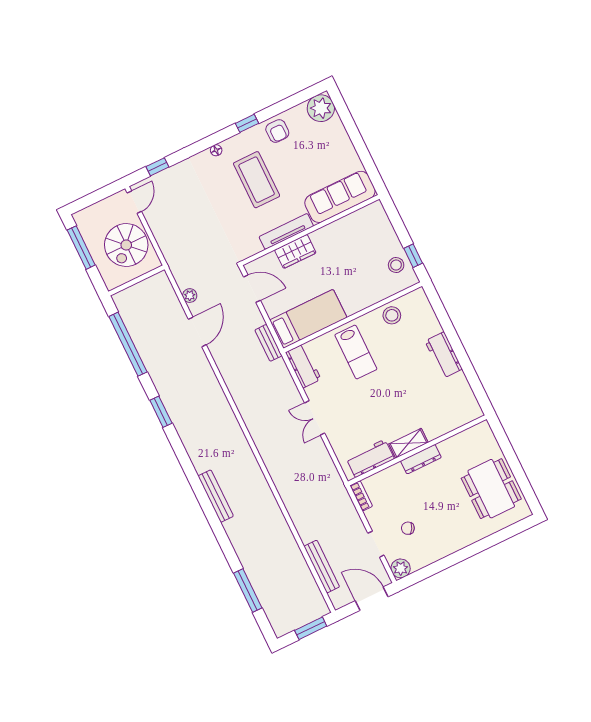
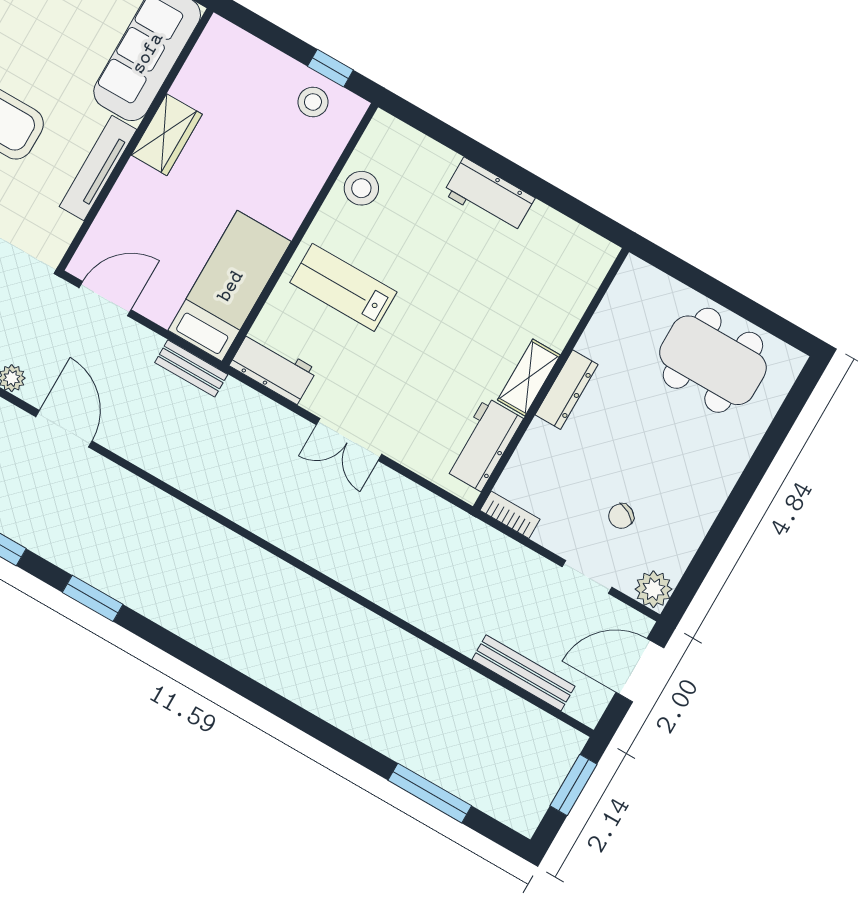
wardrobe: (295, 251) -> (167, 135), moved
lab bench: (356, 352) -> (343, 287), turned 180
bench: (216, 496) -> (274, 675), removed

